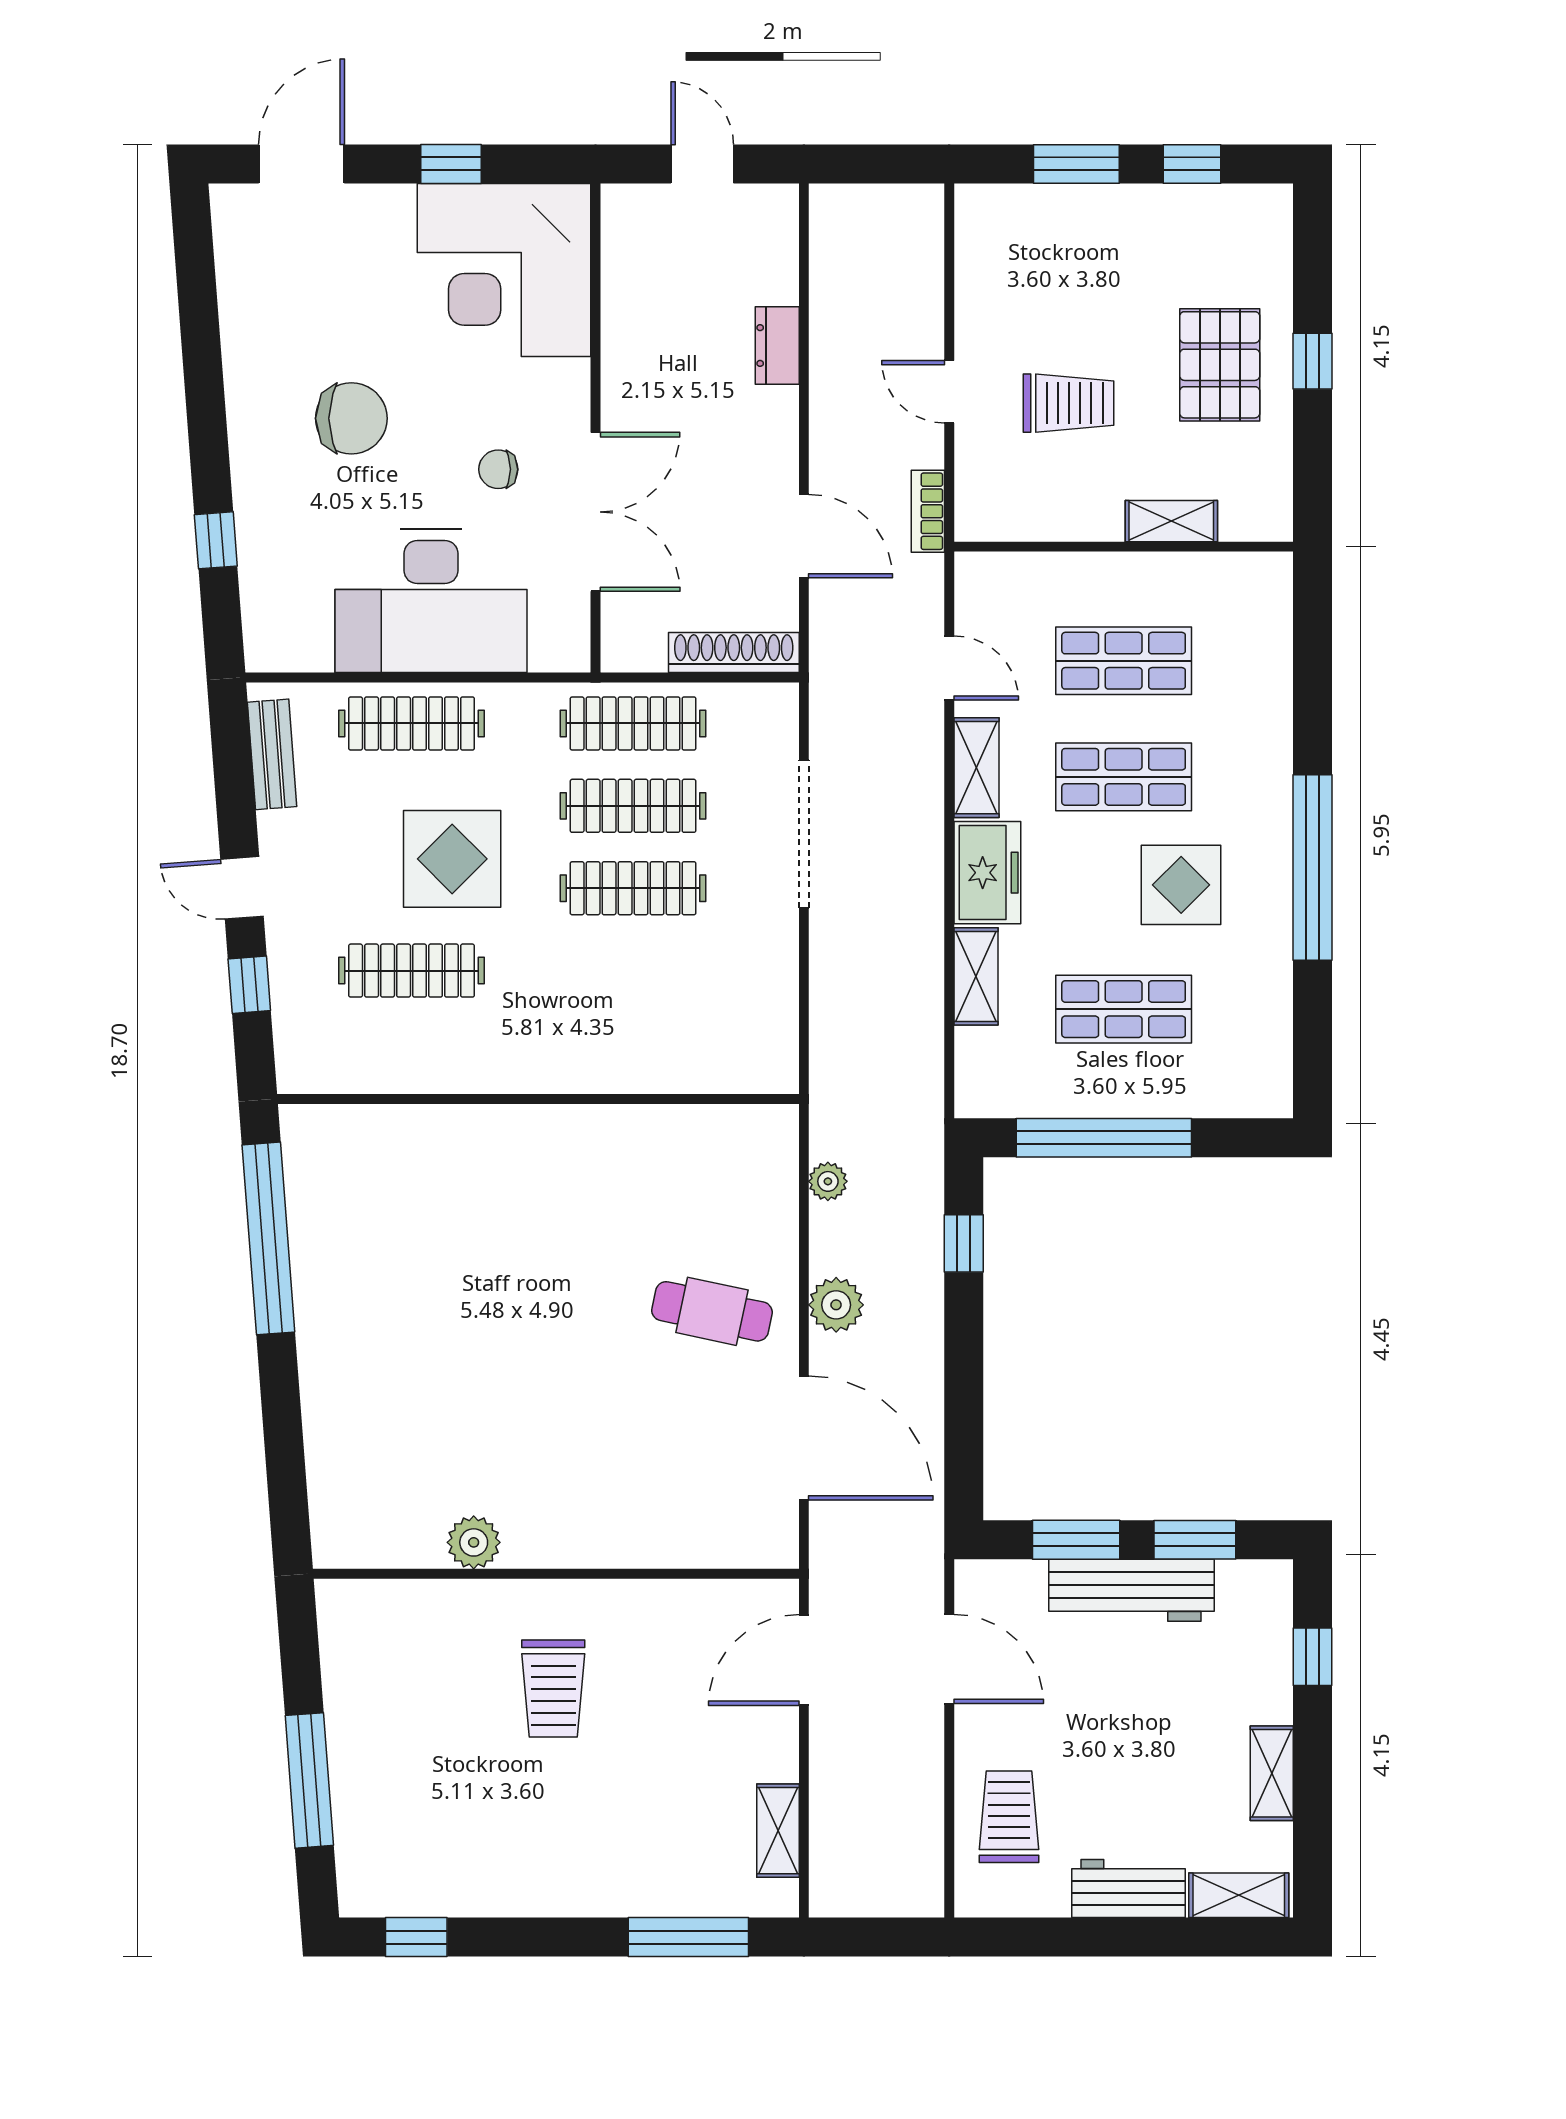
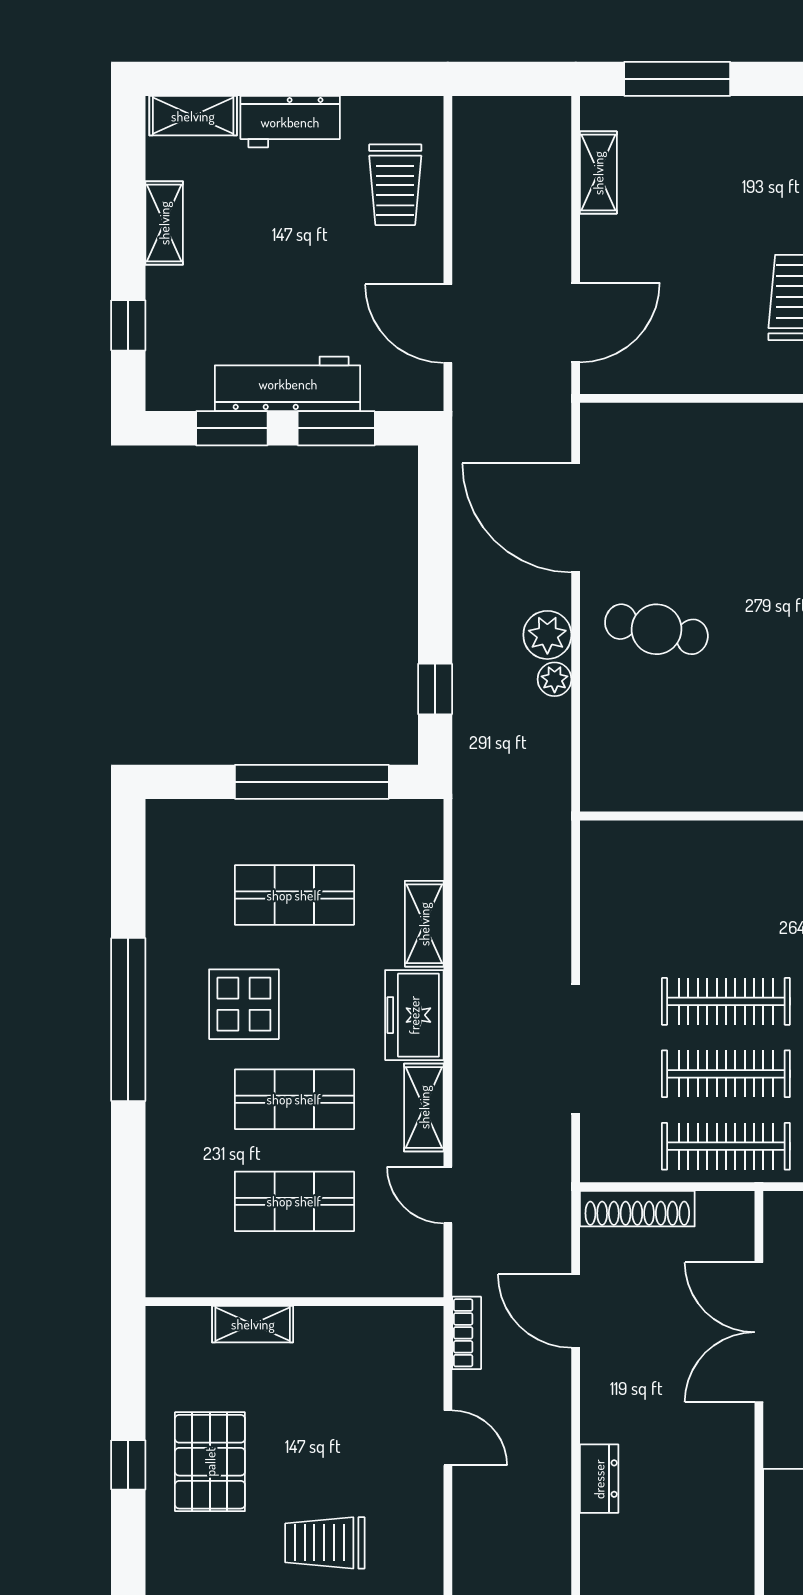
trolley: (1068, 403) -> (325, 1543), moved
plant: (828, 1181) -> (555, 679), moved

